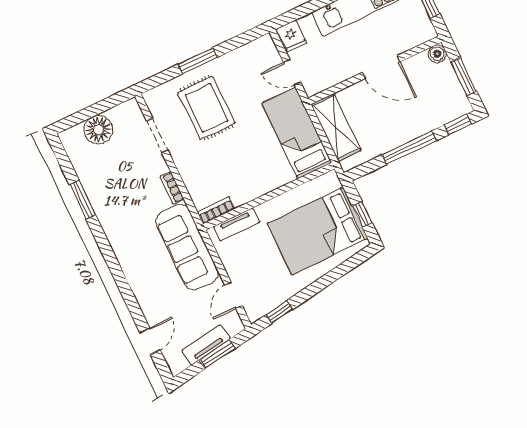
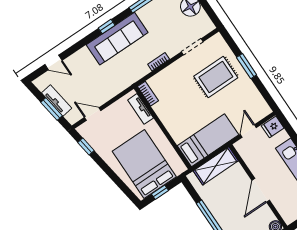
sofa: (187, 247) -> (117, 39), moved, turned 180
window: (109, 256) -> (107, 27), added

